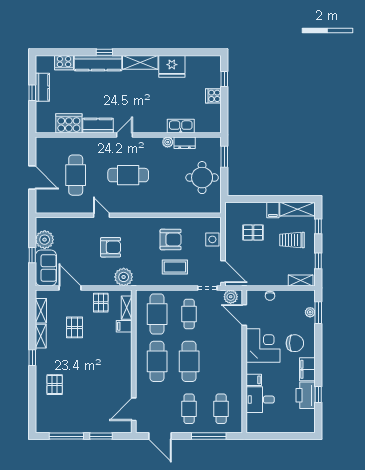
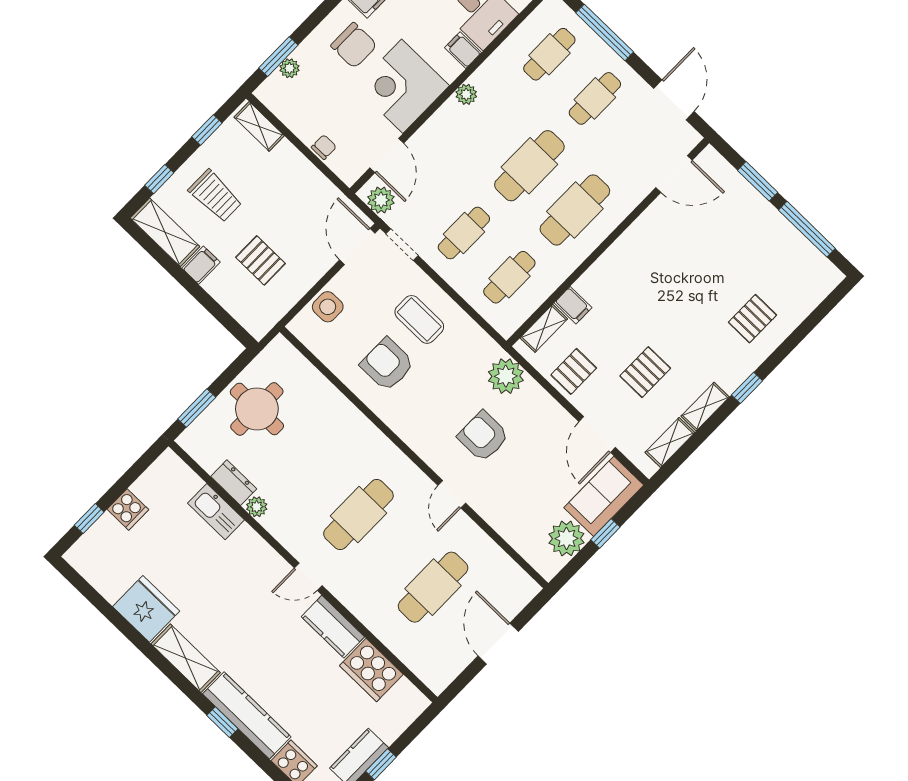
cafe table: (128, 175) -> (358, 515), turned 90
cafe table: (157, 314) -> (509, 277), width x0.73, depth x0.74
chair: (295, 343) -> (354, 45), turned 180
plant: (237, 365) -> (466, 94), added

